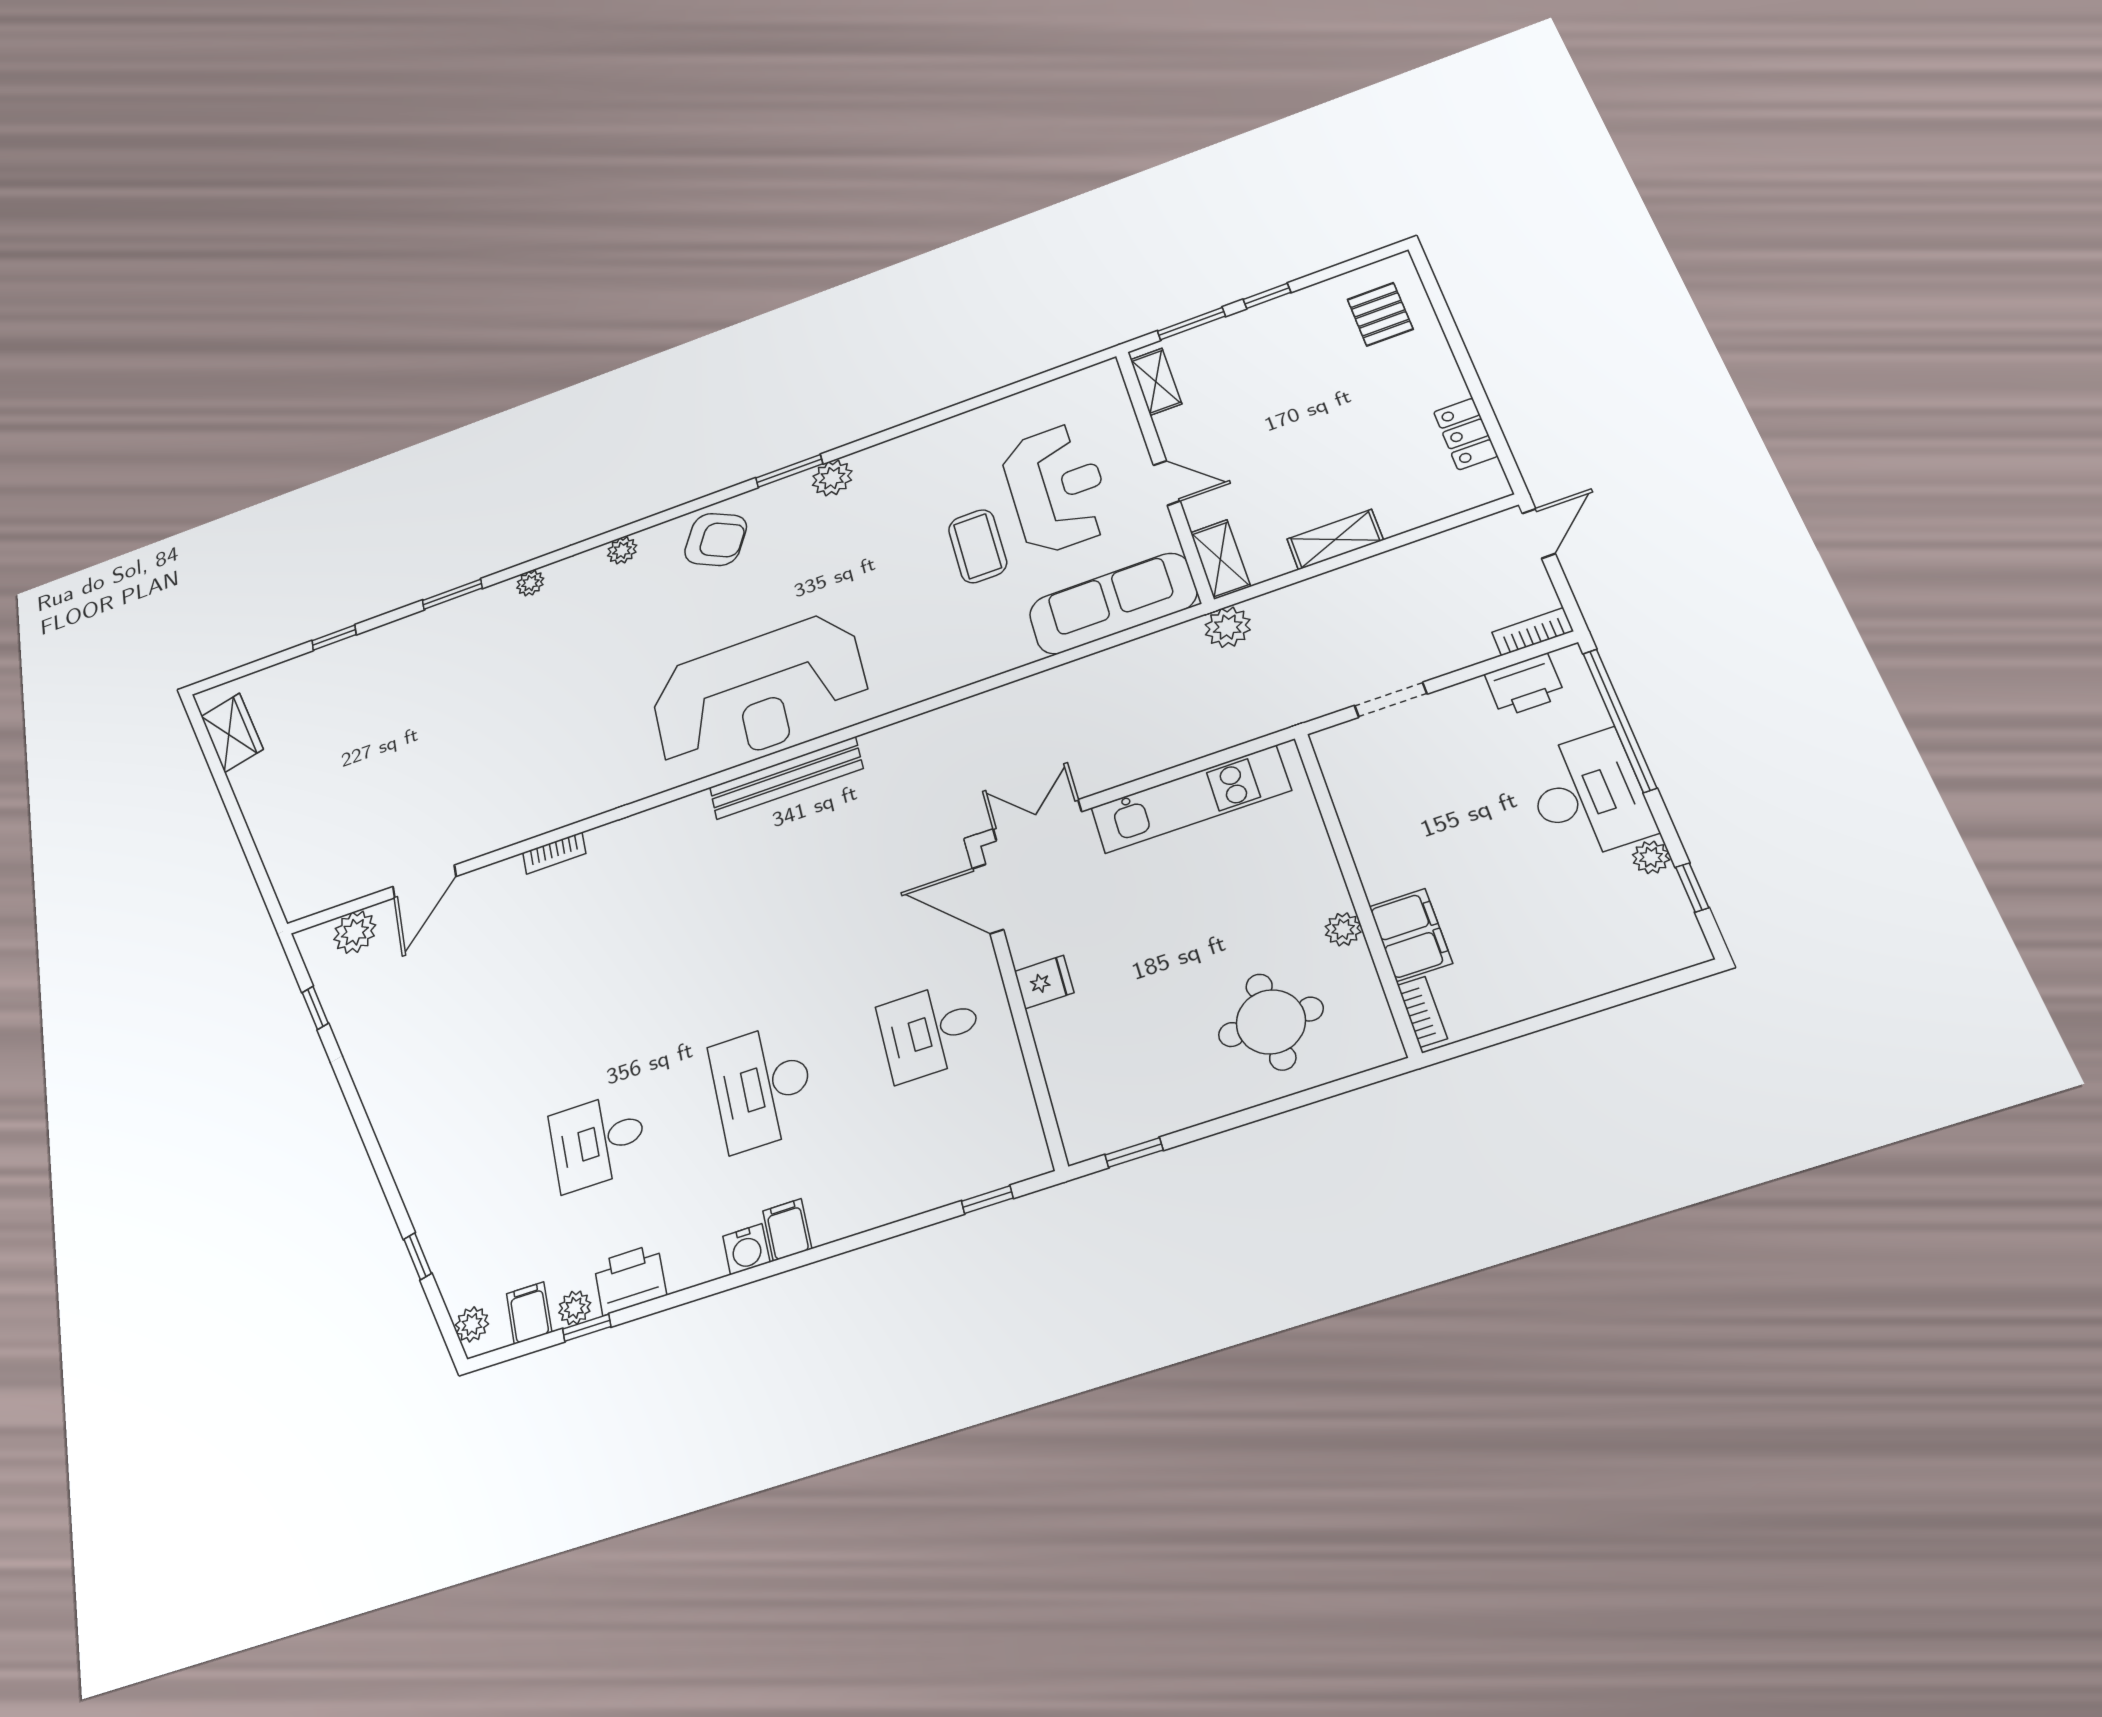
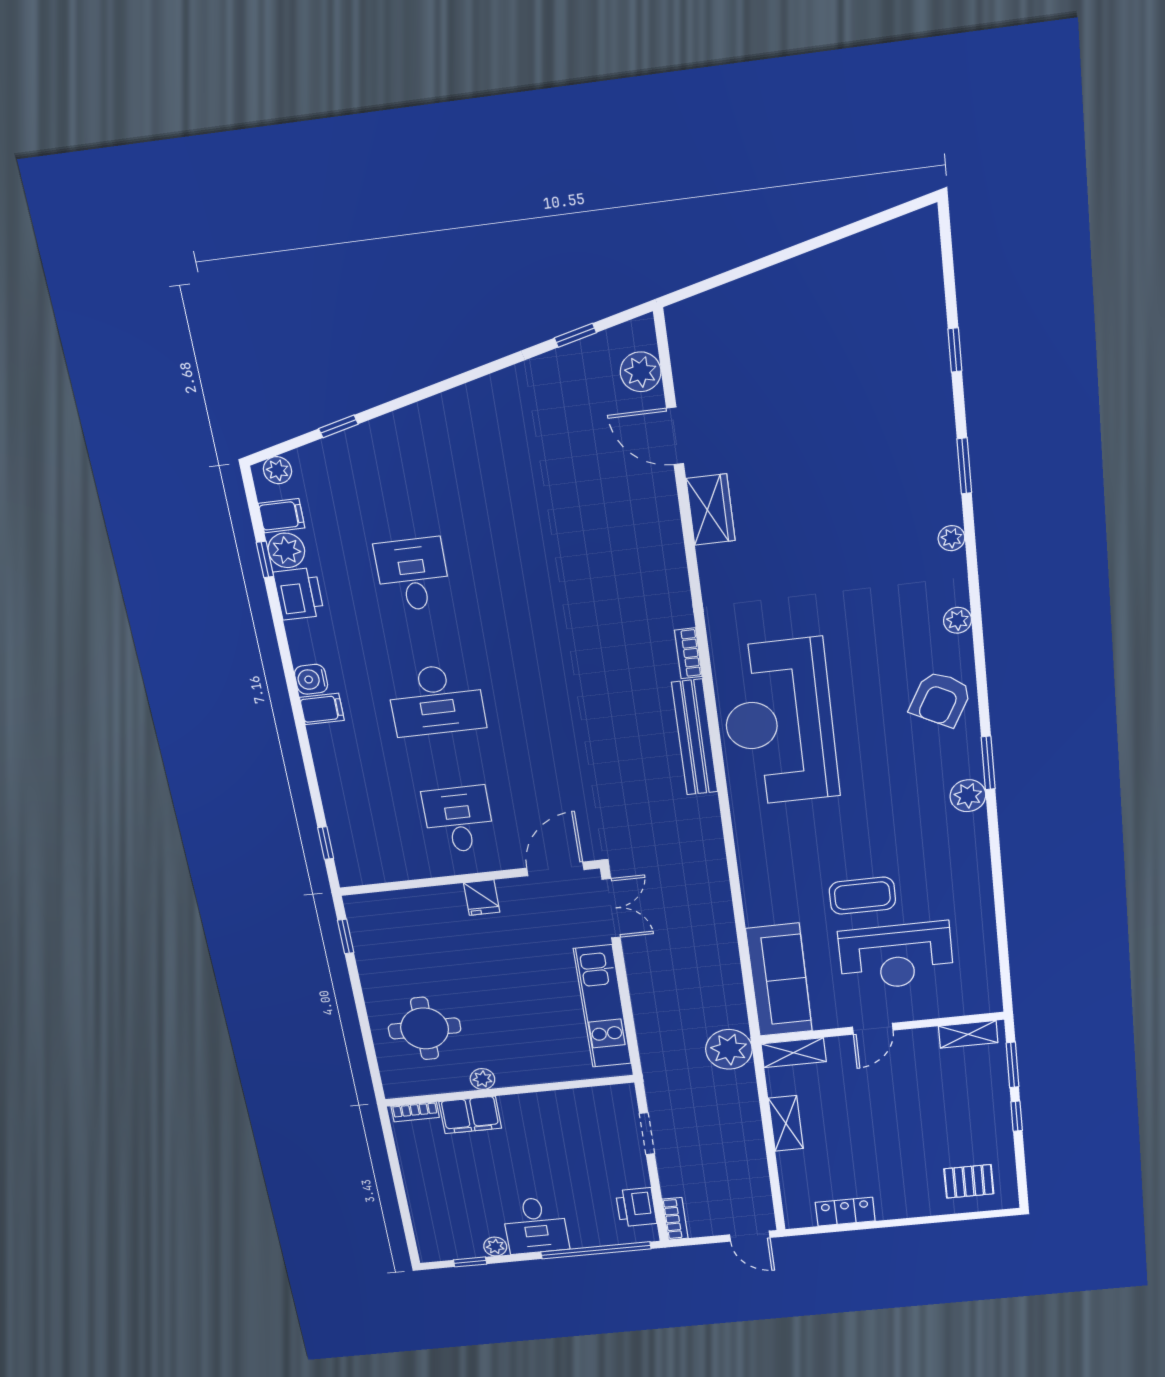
plant: (1228, 627) -> (729, 1049), width x1.36, depth x1.36
wardrobe: (232, 733) -> (711, 510), moved, turned -76
desk: (1588, 795) -> (535, 1225), width x0.73
bookcase: (554, 853) -> (688, 653), moved
desk: (762, 1087) -> (436, 700), turned 180
plant: (575, 1308) -> (286, 550), width x1.38, depth x1.38

